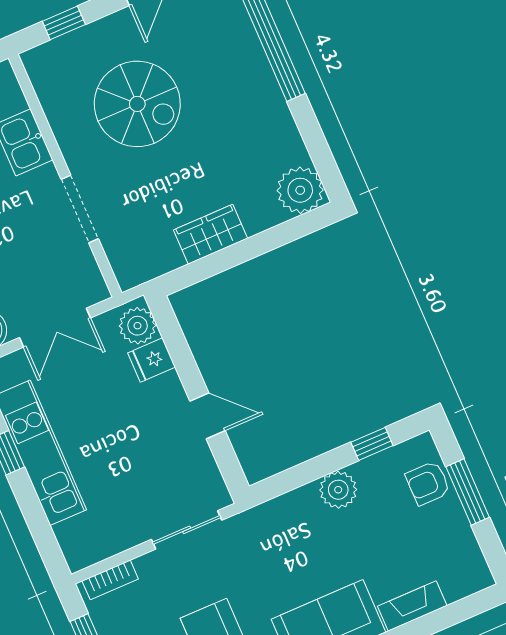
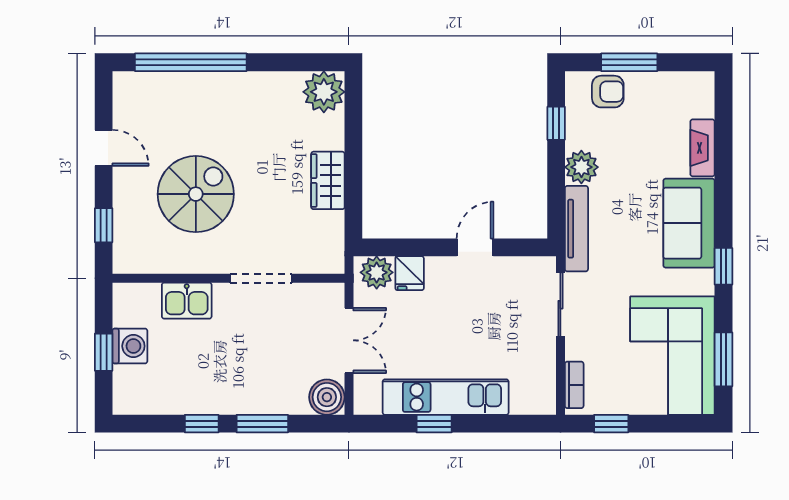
armchair: (428, 483) -> (608, 92), turned -90
tv unit: (272, 512) -> (576, 229), added

